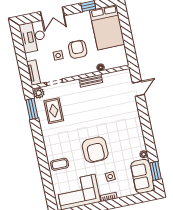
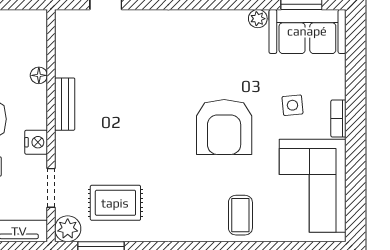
nightstand: (72, 72) -> (36, 142), added
armchair: (95, 150) -> (224, 127), turned 92

